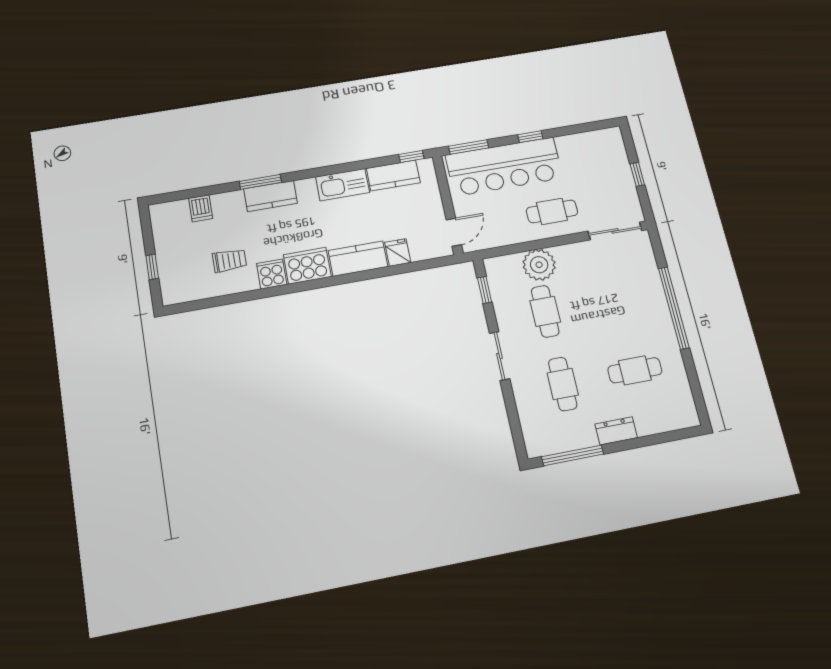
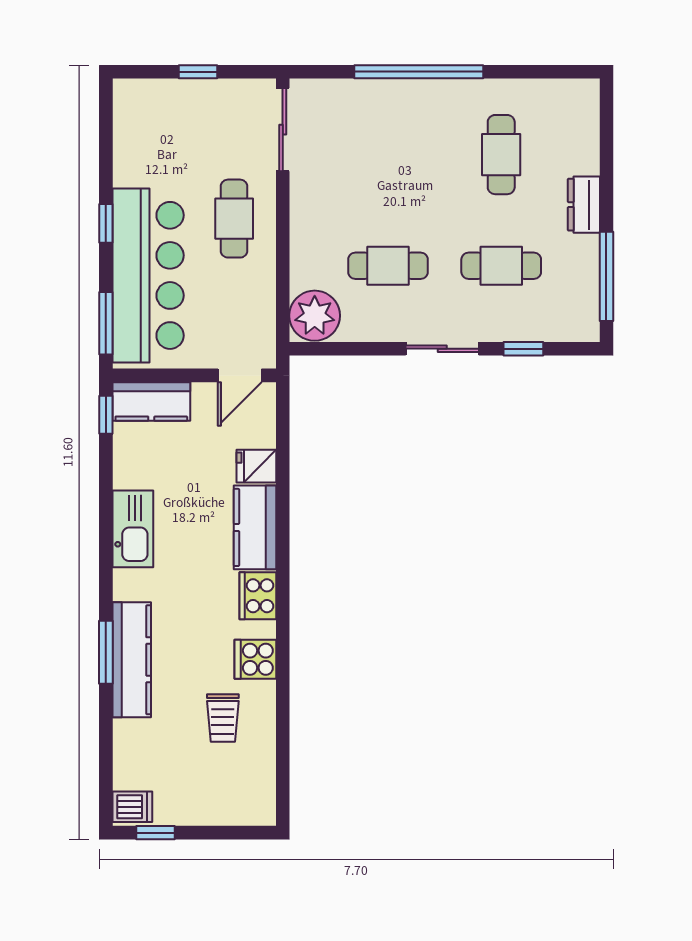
kitchen counter: (393, 176) -> (151, 402), moved, turned 90
kitchen counter: (271, 196) -> (132, 660), width x1.50
dishwasher: (201, 208) -> (132, 807), moved
door: (454, 232) -> (240, 375), swing flipped
trolley: (229, 260) -> (223, 718), turned 180
plant: (539, 265) -> (315, 316), moved
cooker: (307, 266) -> (258, 596), width x0.73, depth x0.76
window: (152, 267) -> (156, 833), moved
window: (485, 290) -> (523, 349), moved

